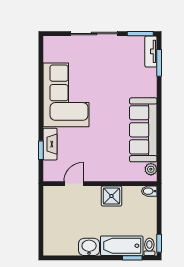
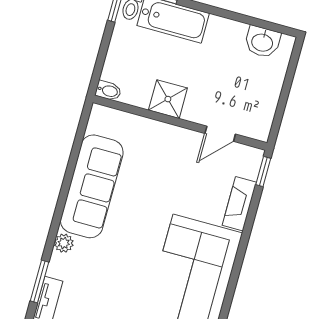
window: (41, 150) -> (263, 172), moved
plant: (151, 169) -> (64, 243), moved
washbasin: (89, 247) -> (262, 42), moved

